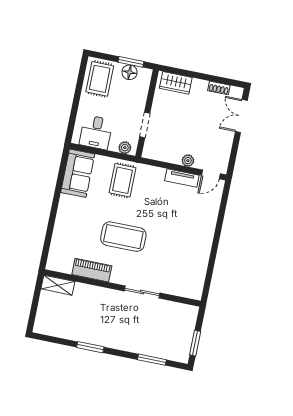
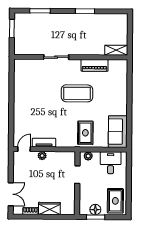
wardrobe: (176, 83) -> (49, 208), moved

